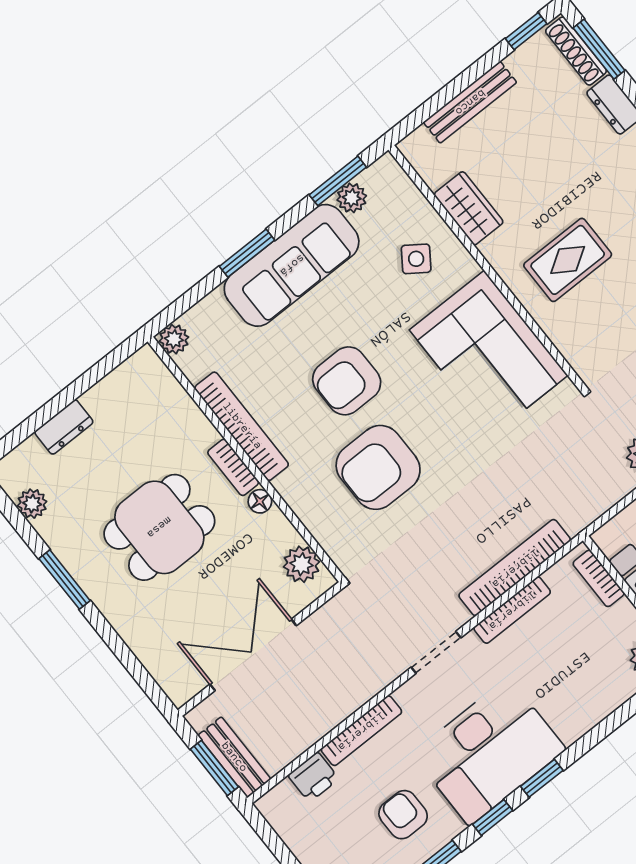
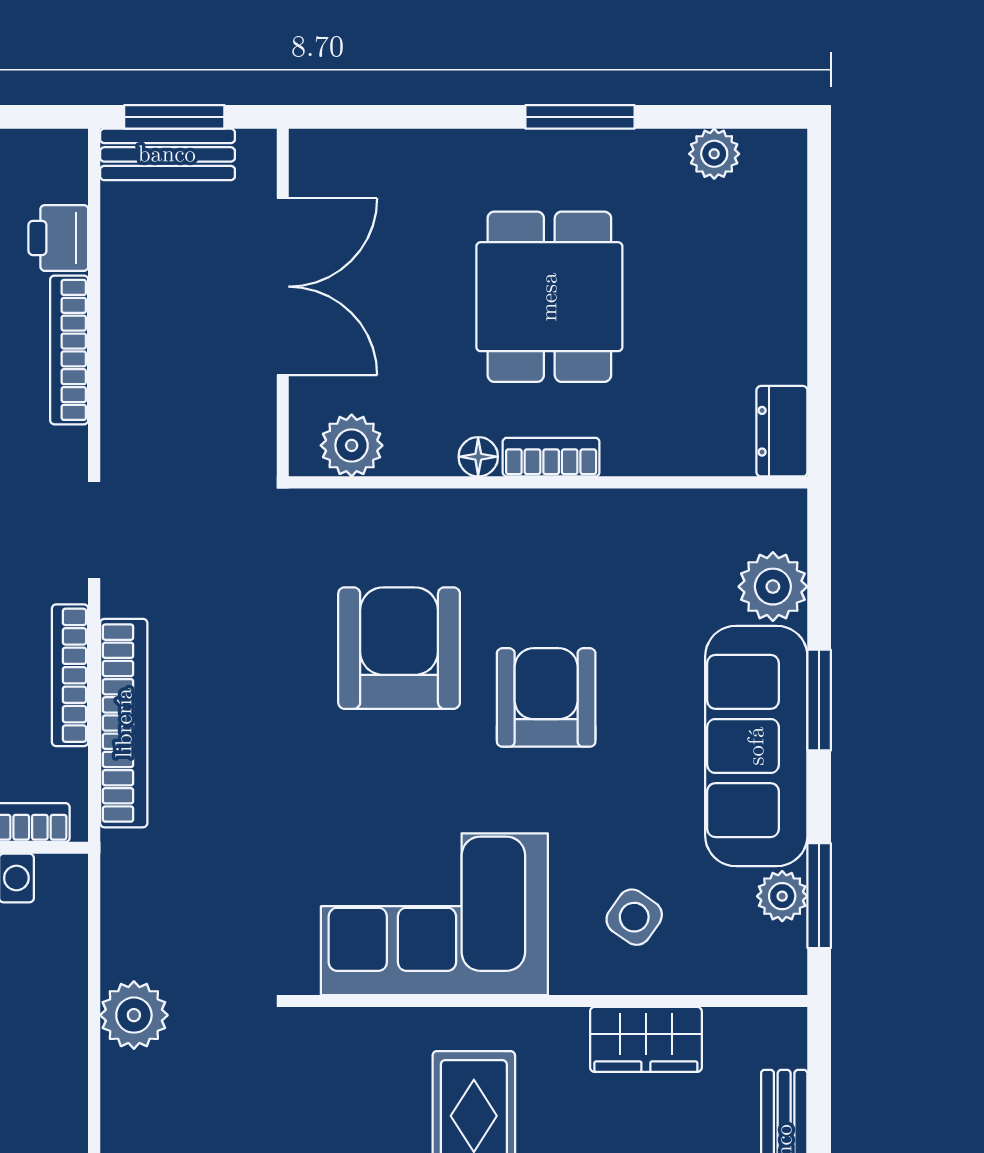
plant: (174, 339) -> (773, 587), moved, width x1.38, depth x1.38
bookcase: (242, 426) -> (596, 511), removed
dresser: (64, 427) -> (782, 431), moved

